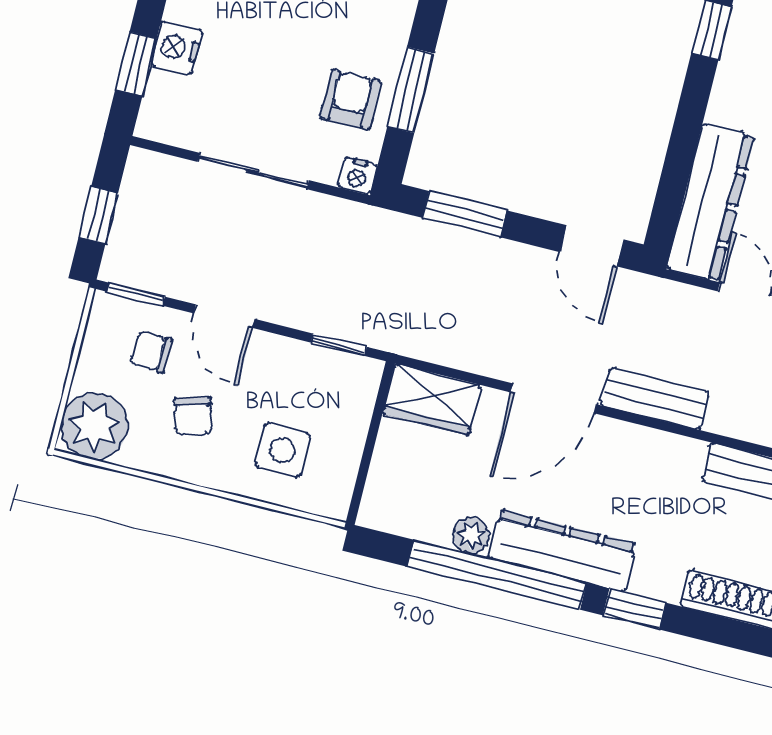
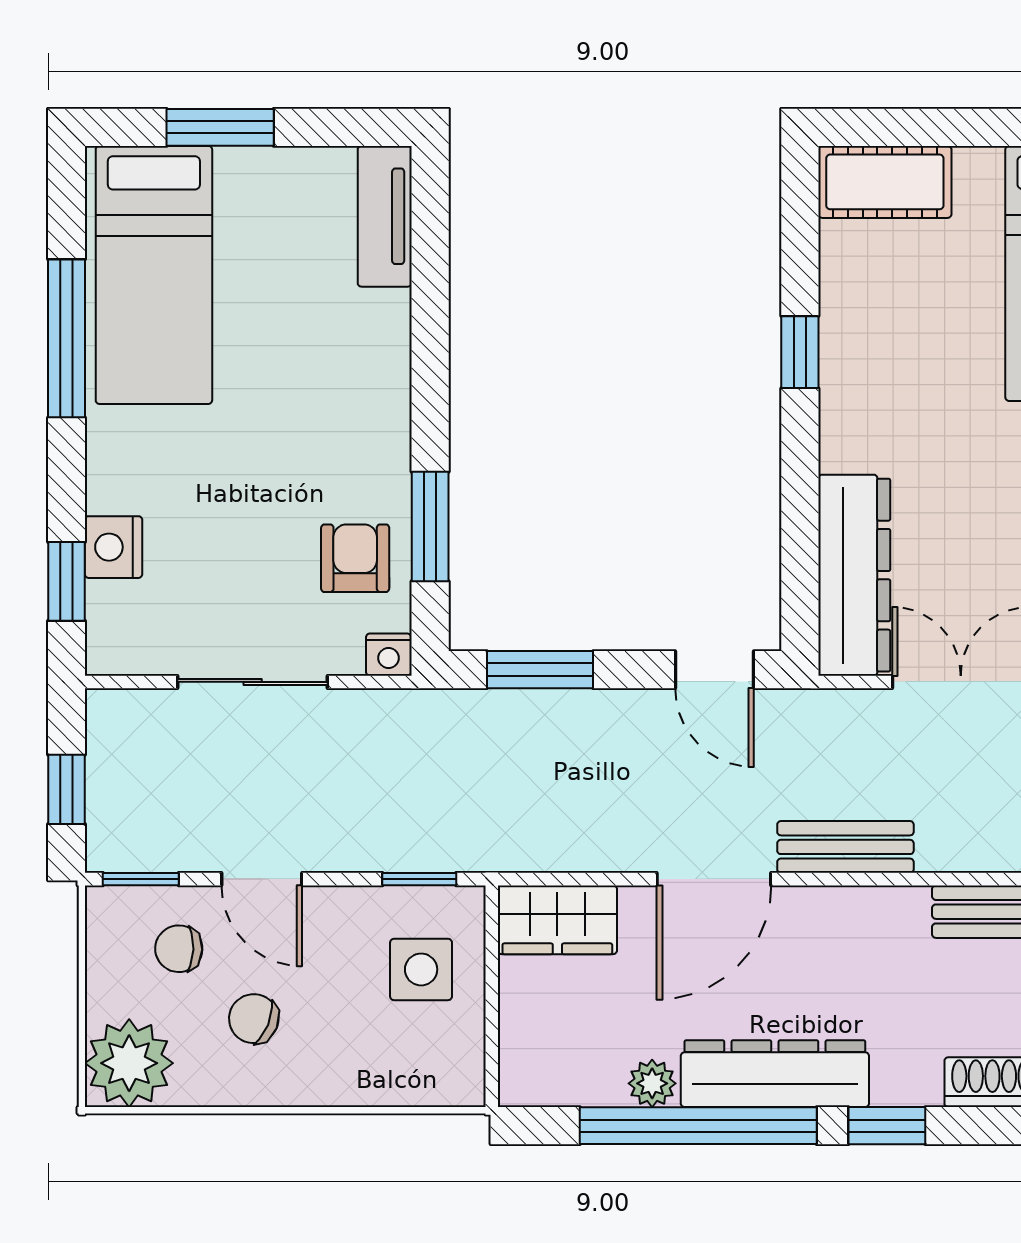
chair: (193, 416) -> (254, 1019), turned 128
side table: (283, 450) -> (421, 969), moved

